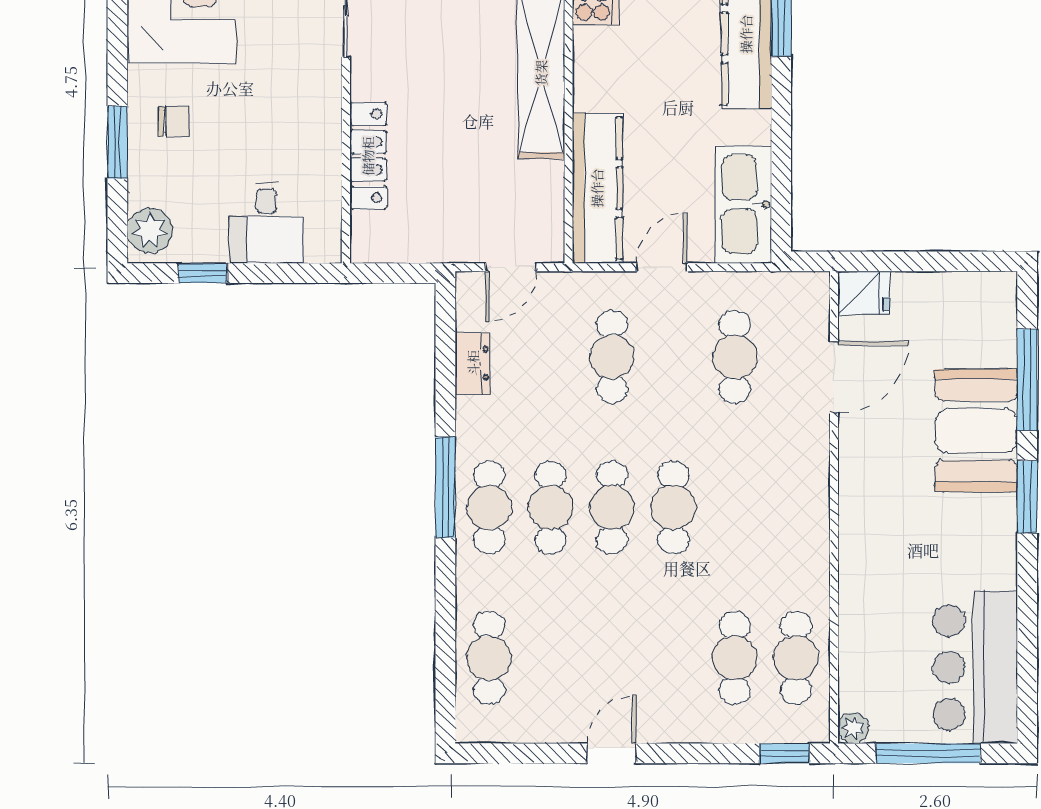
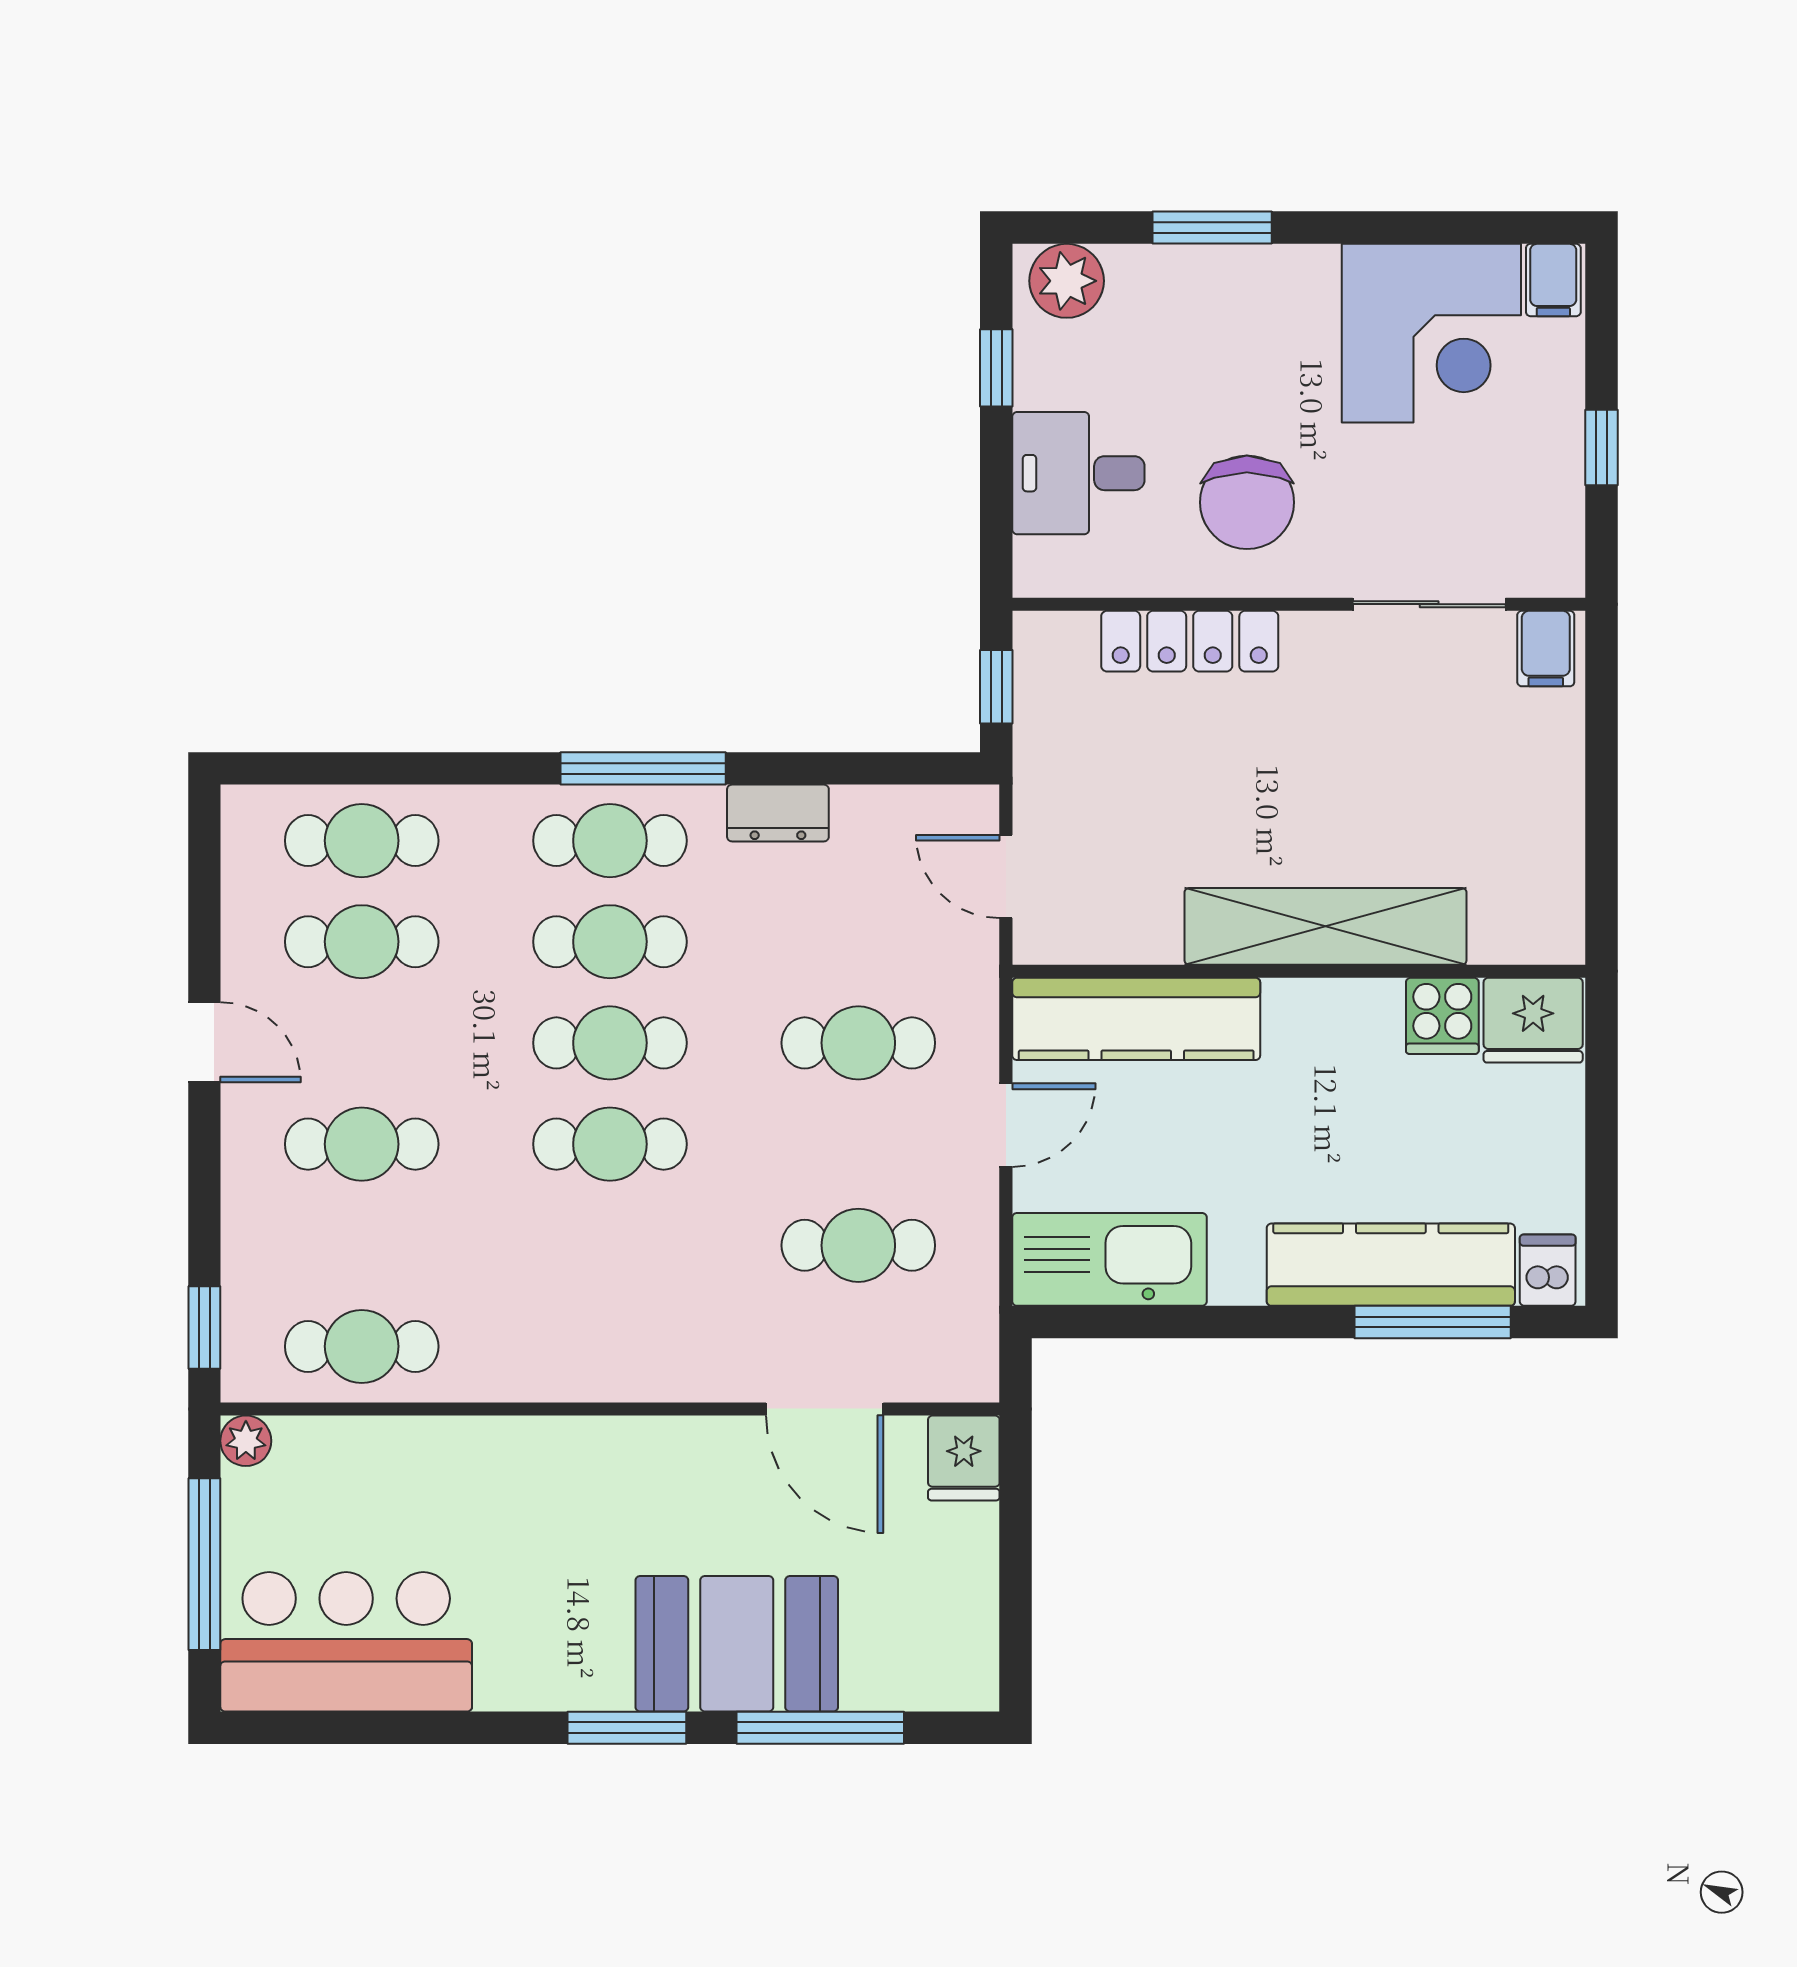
chair: (174, 121) -> (1247, 502), moved, width x1.87, depth x1.87
door: (662, 267) -> (1006, 1125), hinge flipped
window: (396, 273) -> (996, 687), added
dresser: (473, 363) -> (778, 813), moved
cafe table: (551, 658) -> (362, 942), added
cafe table: (735, 658) -> (362, 1144), moved

